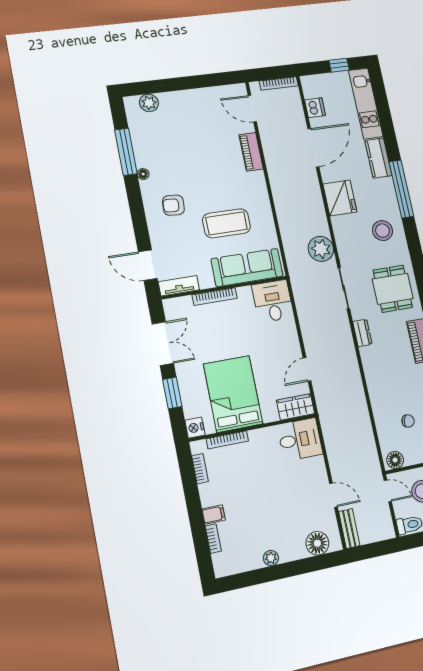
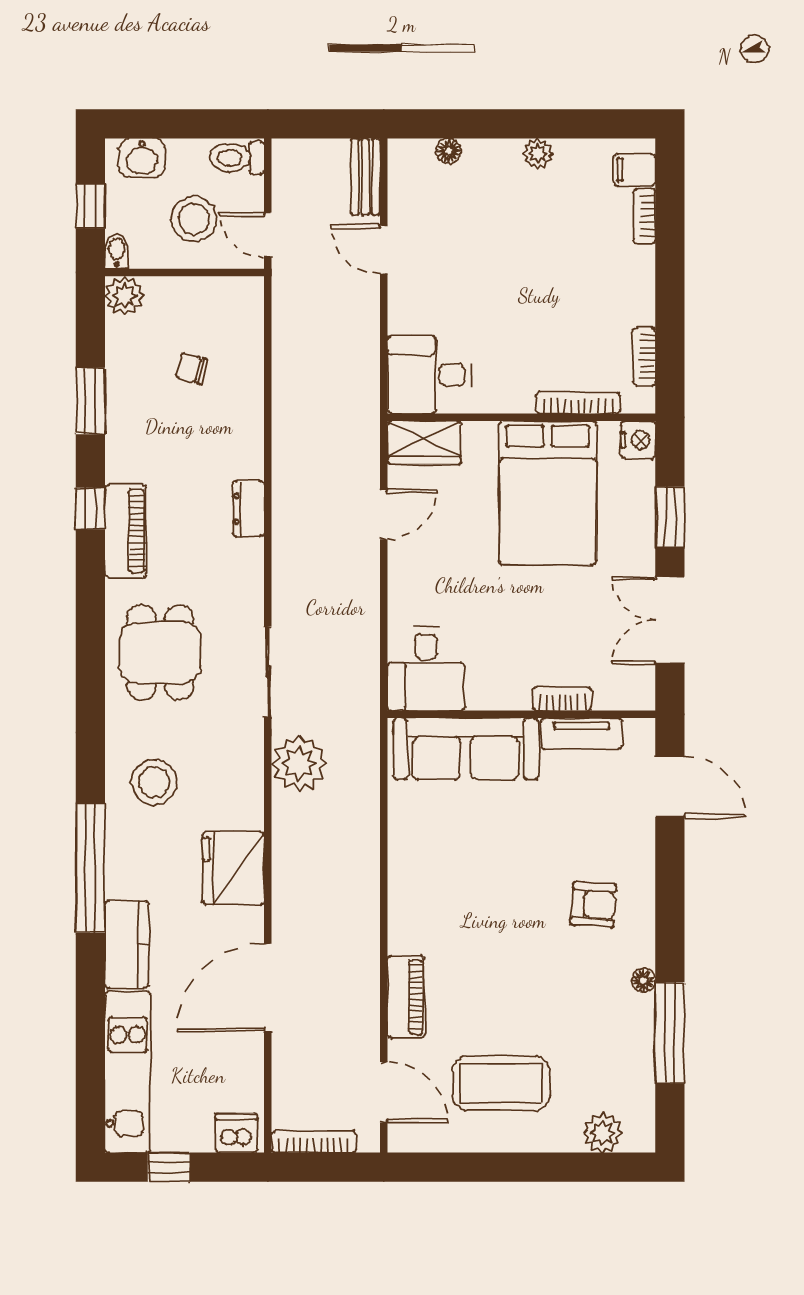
dishwasher: (315, 108) -> (237, 1133), moved, turned 90
coffee table: (226, 223) -> (501, 1083), moved
tv unit: (179, 286) -> (582, 734), moved
bookcase: (215, 297) -> (562, 699), width x0.64
dresser: (362, 333) -> (248, 509), moved
floor lamp: (395, 460) -> (238, 294), removed
filing cabinet: (214, 514) -> (635, 170), moved
floor lamp: (317, 543) -> (449, 151), width x0.53, depth x0.53

